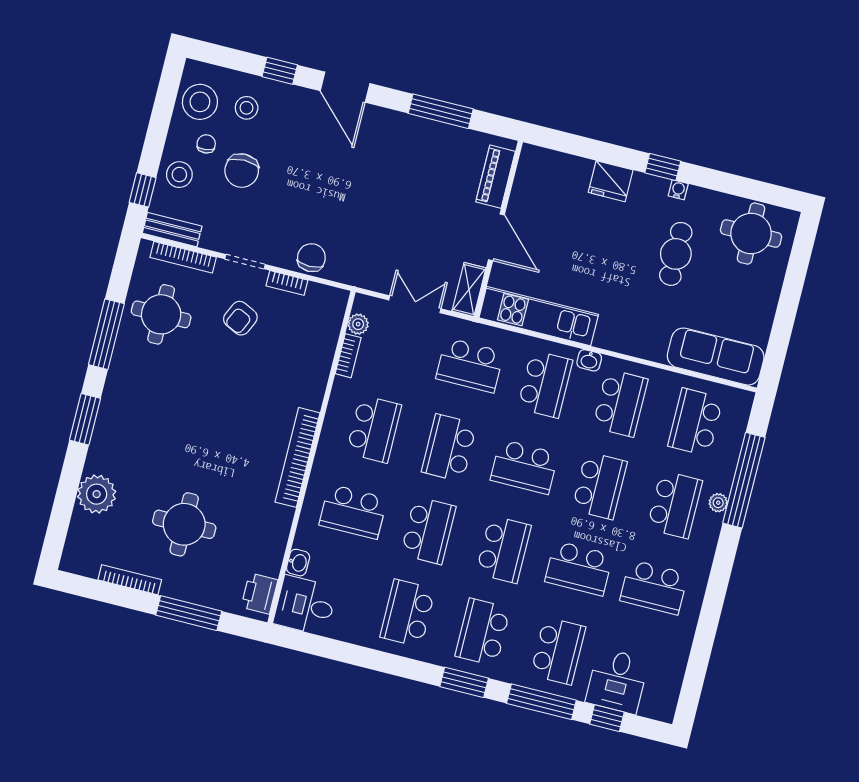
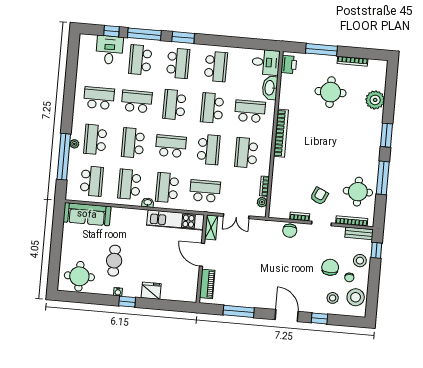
washbasin: (298, 563) -> (270, 88), width x1.91, depth x1.45

